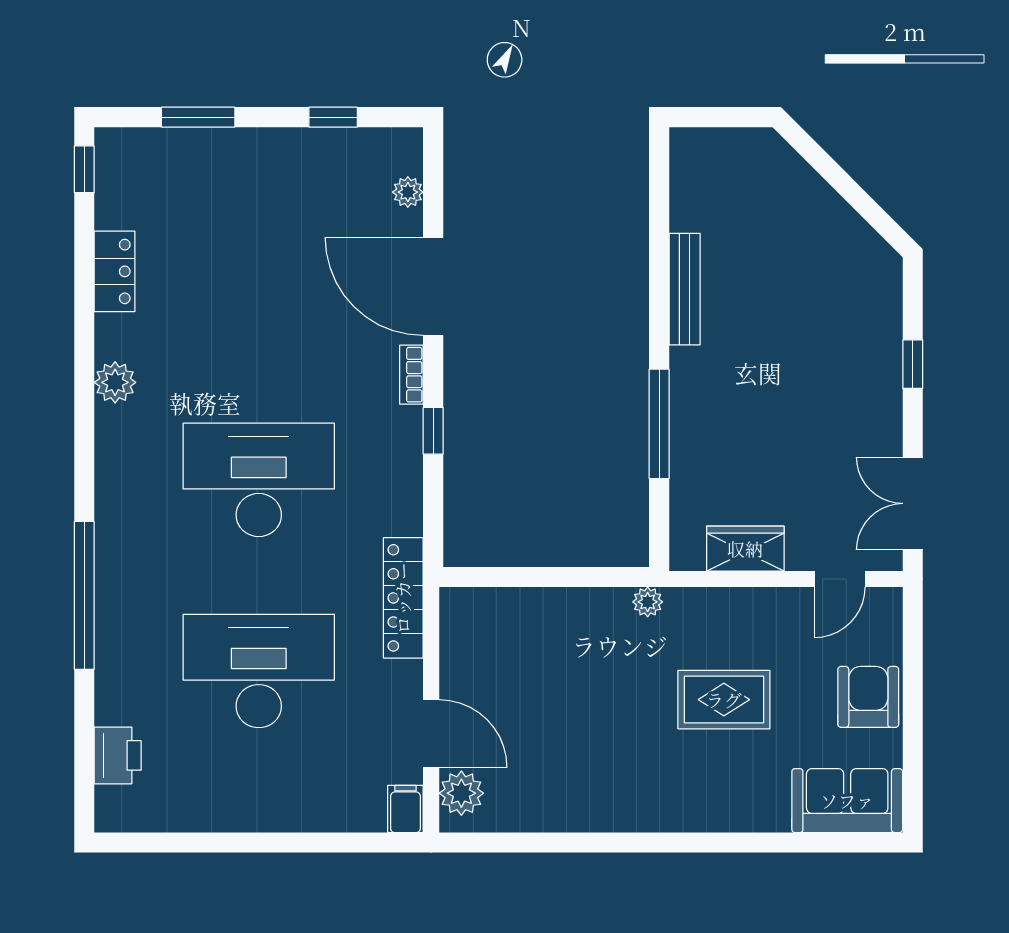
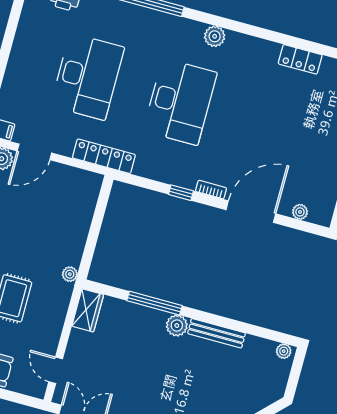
plant: (684, 151) -> (284, 351), added
plant: (690, 369) -> (177, 325), added
plant: (115, 382) -> (215, 36), moved
wardrobe: (745, 549) -> (88, 310), moved

